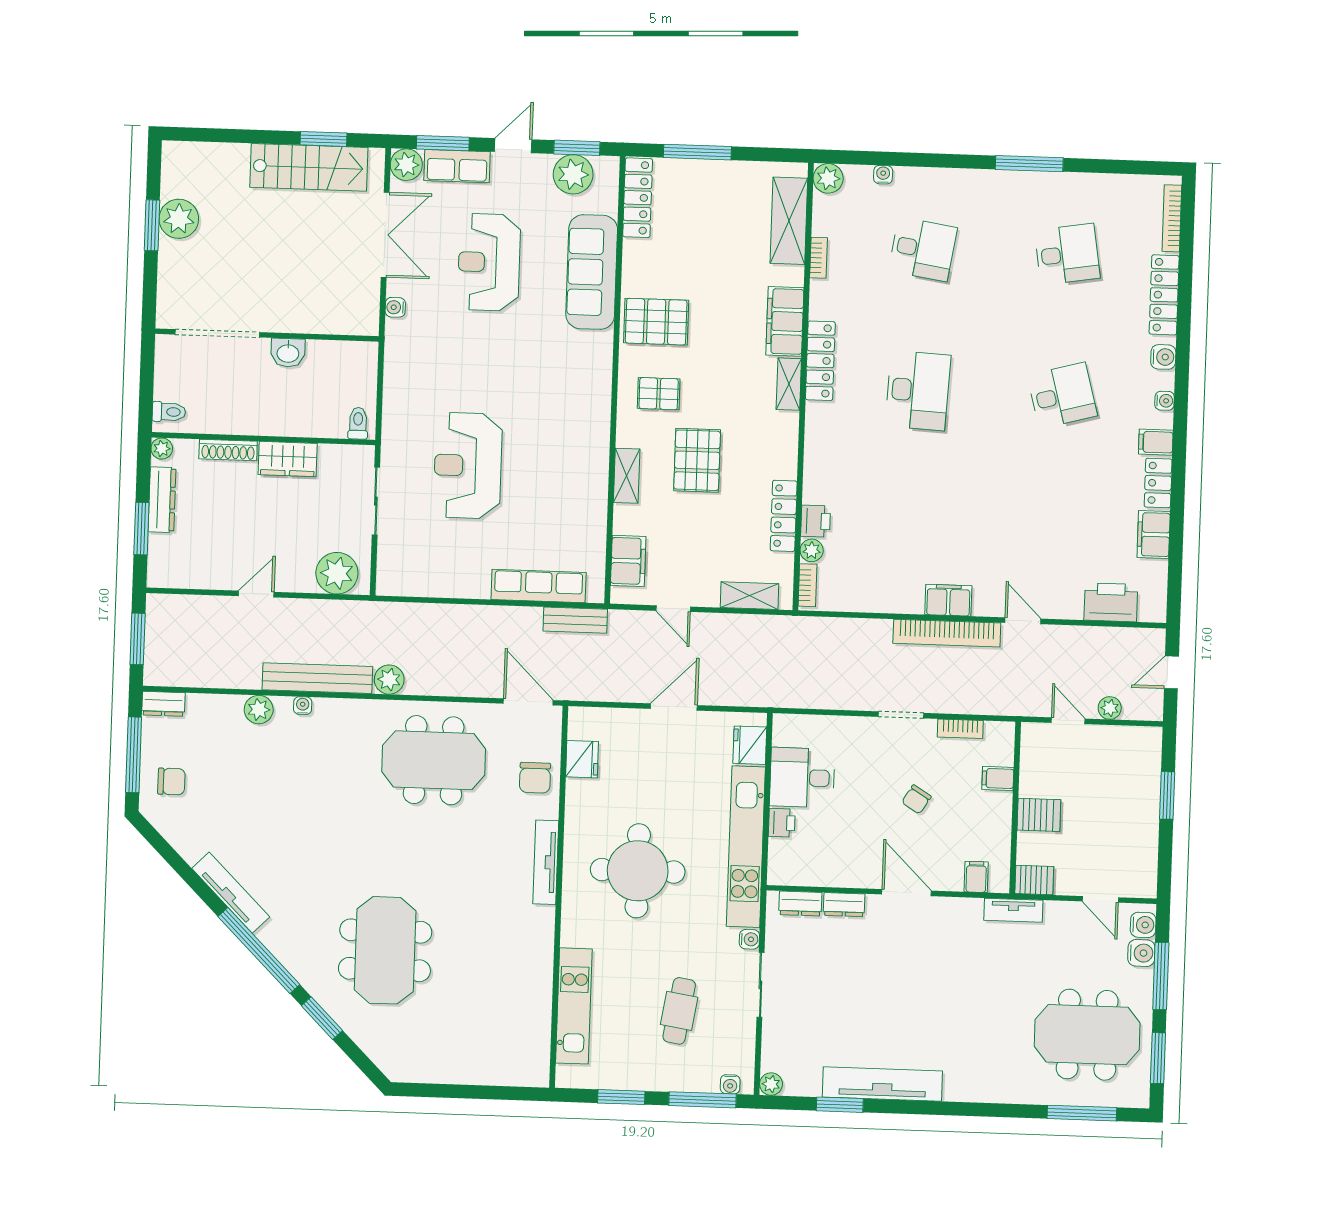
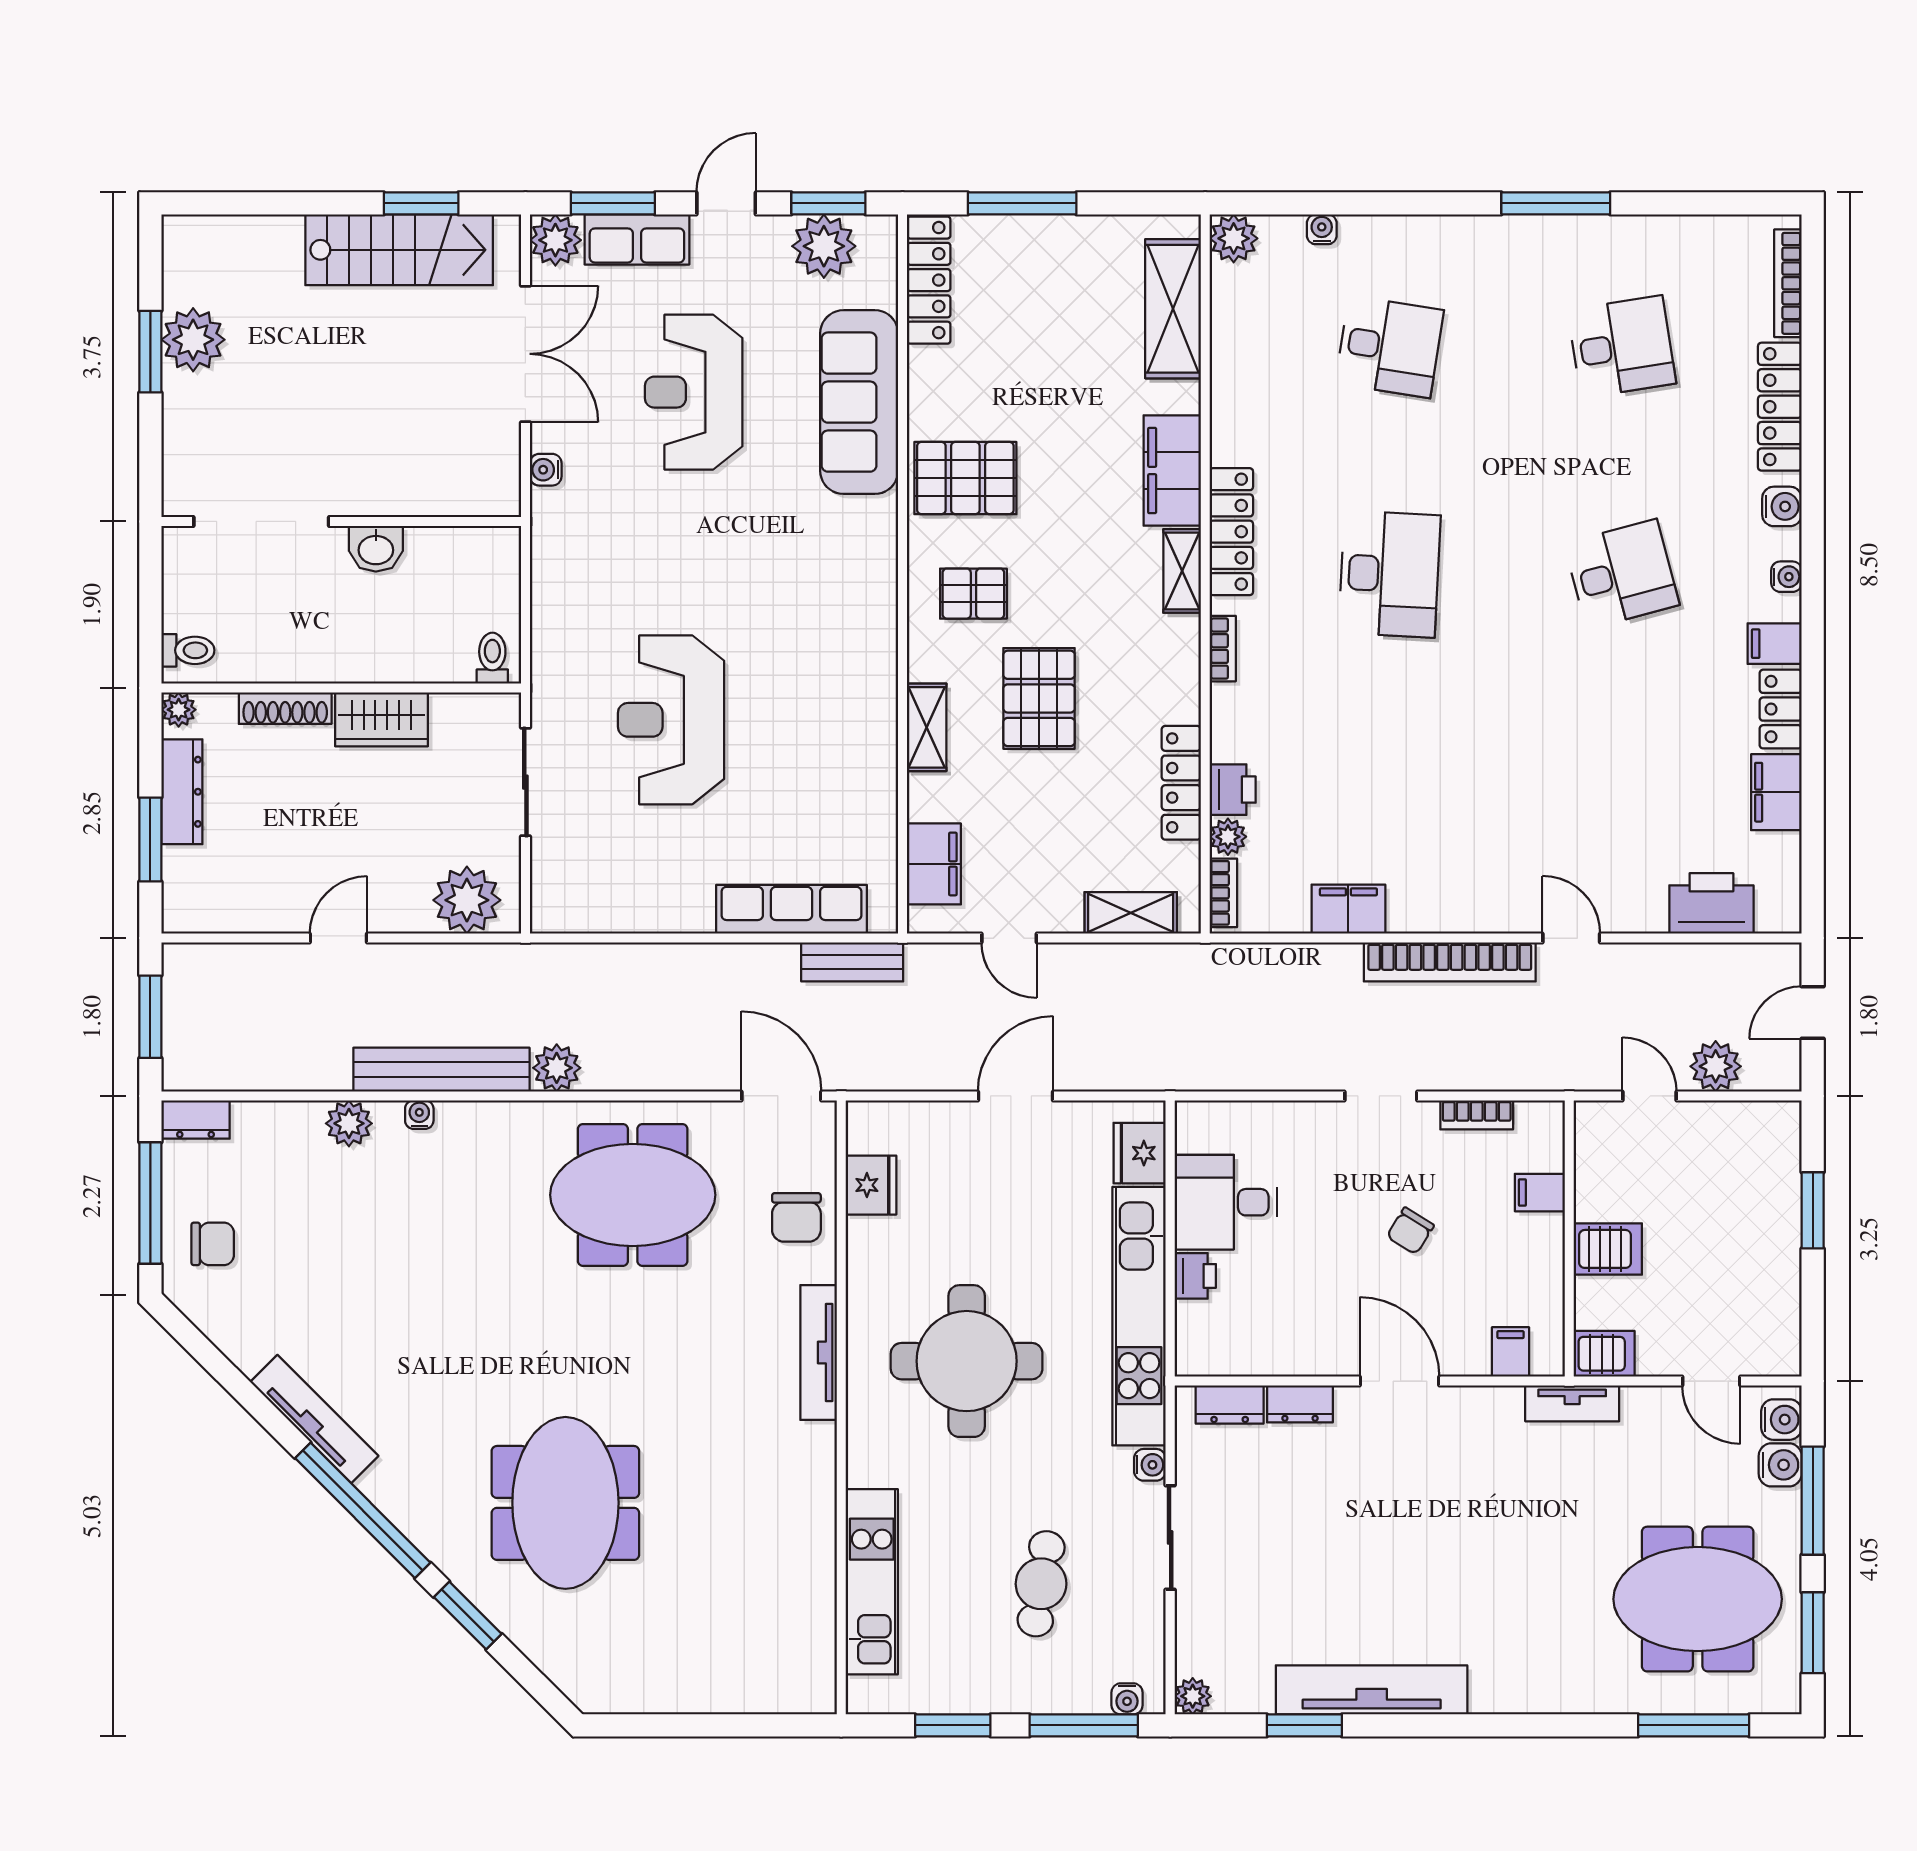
bookcase: (819, 258) -> (1223, 649), moved
filing cabinet: (948, 600) -> (1348, 909), moved
plant: (1110, 708) -> (1716, 1066), width x1.38, depth x1.38

